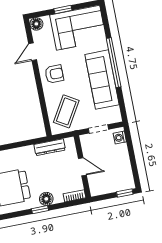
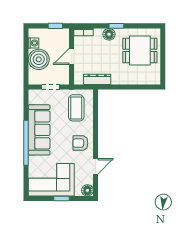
coffee table: (66, 111) -> (76, 108), turned -31
washing machine: (120, 138) -> (33, 43), moved
boiler: (118, 156) -> (39, 59), added
door: (82, 167) -> (72, 56), hinge flipped
window: (125, 193) -> (55, 26), moved

